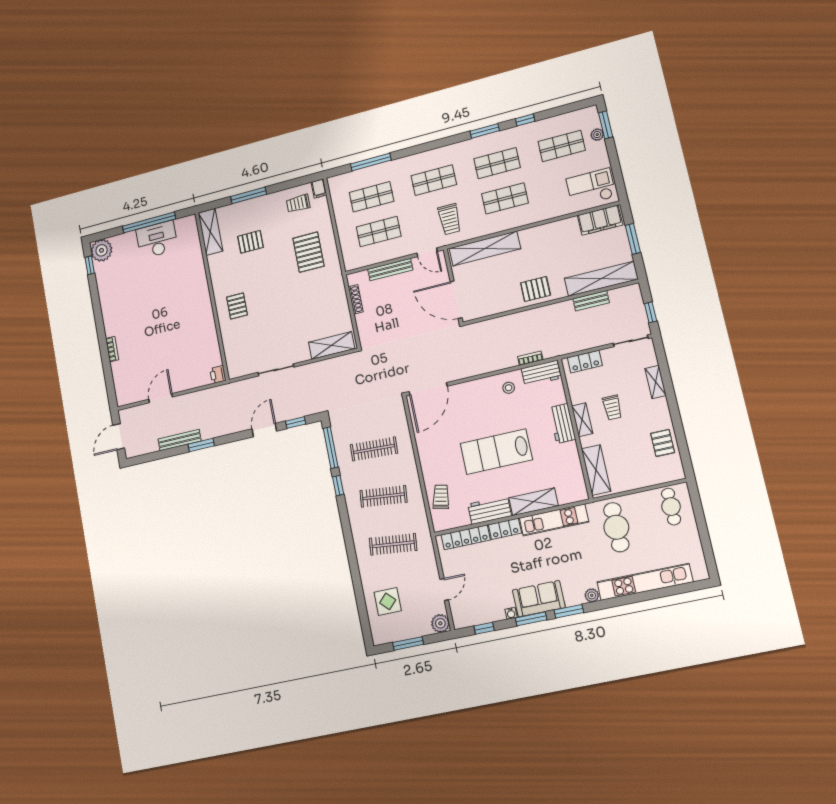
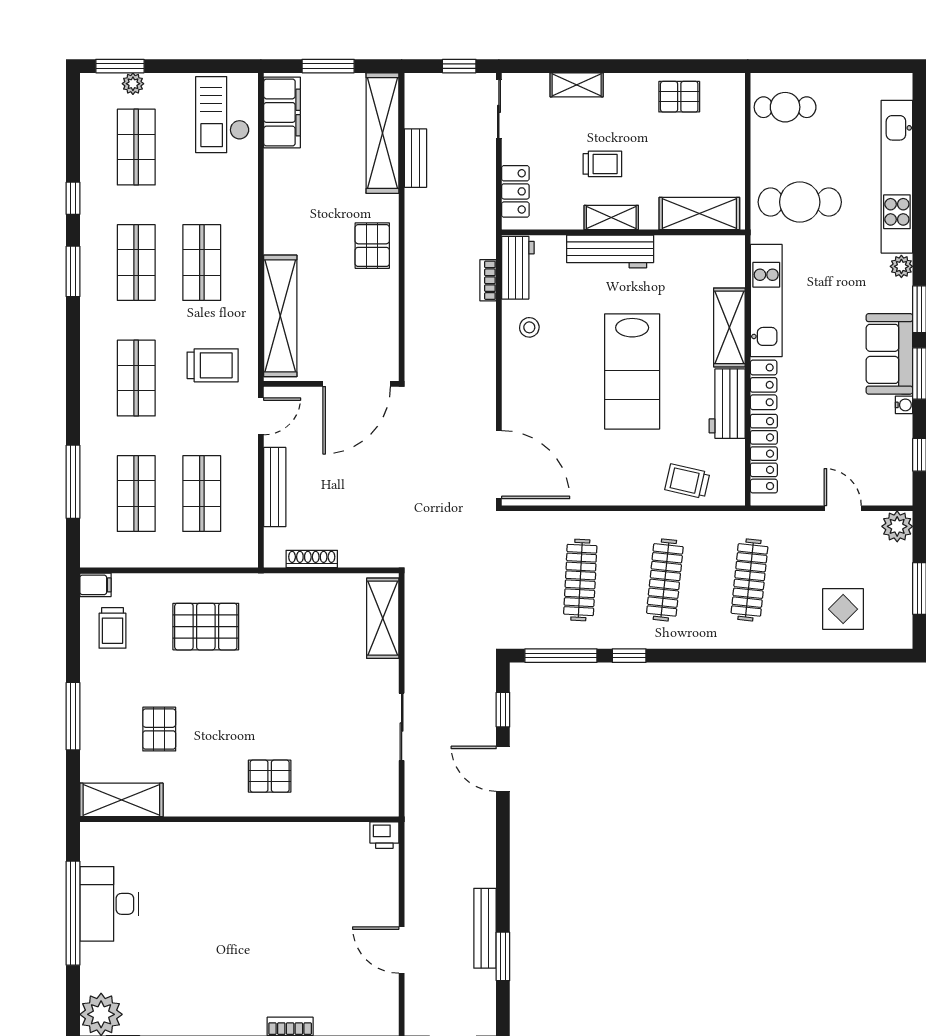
workbench: (562, 423) -> (610, 251), width x1.38
window: (201, 445) -> (503, 956), moved

